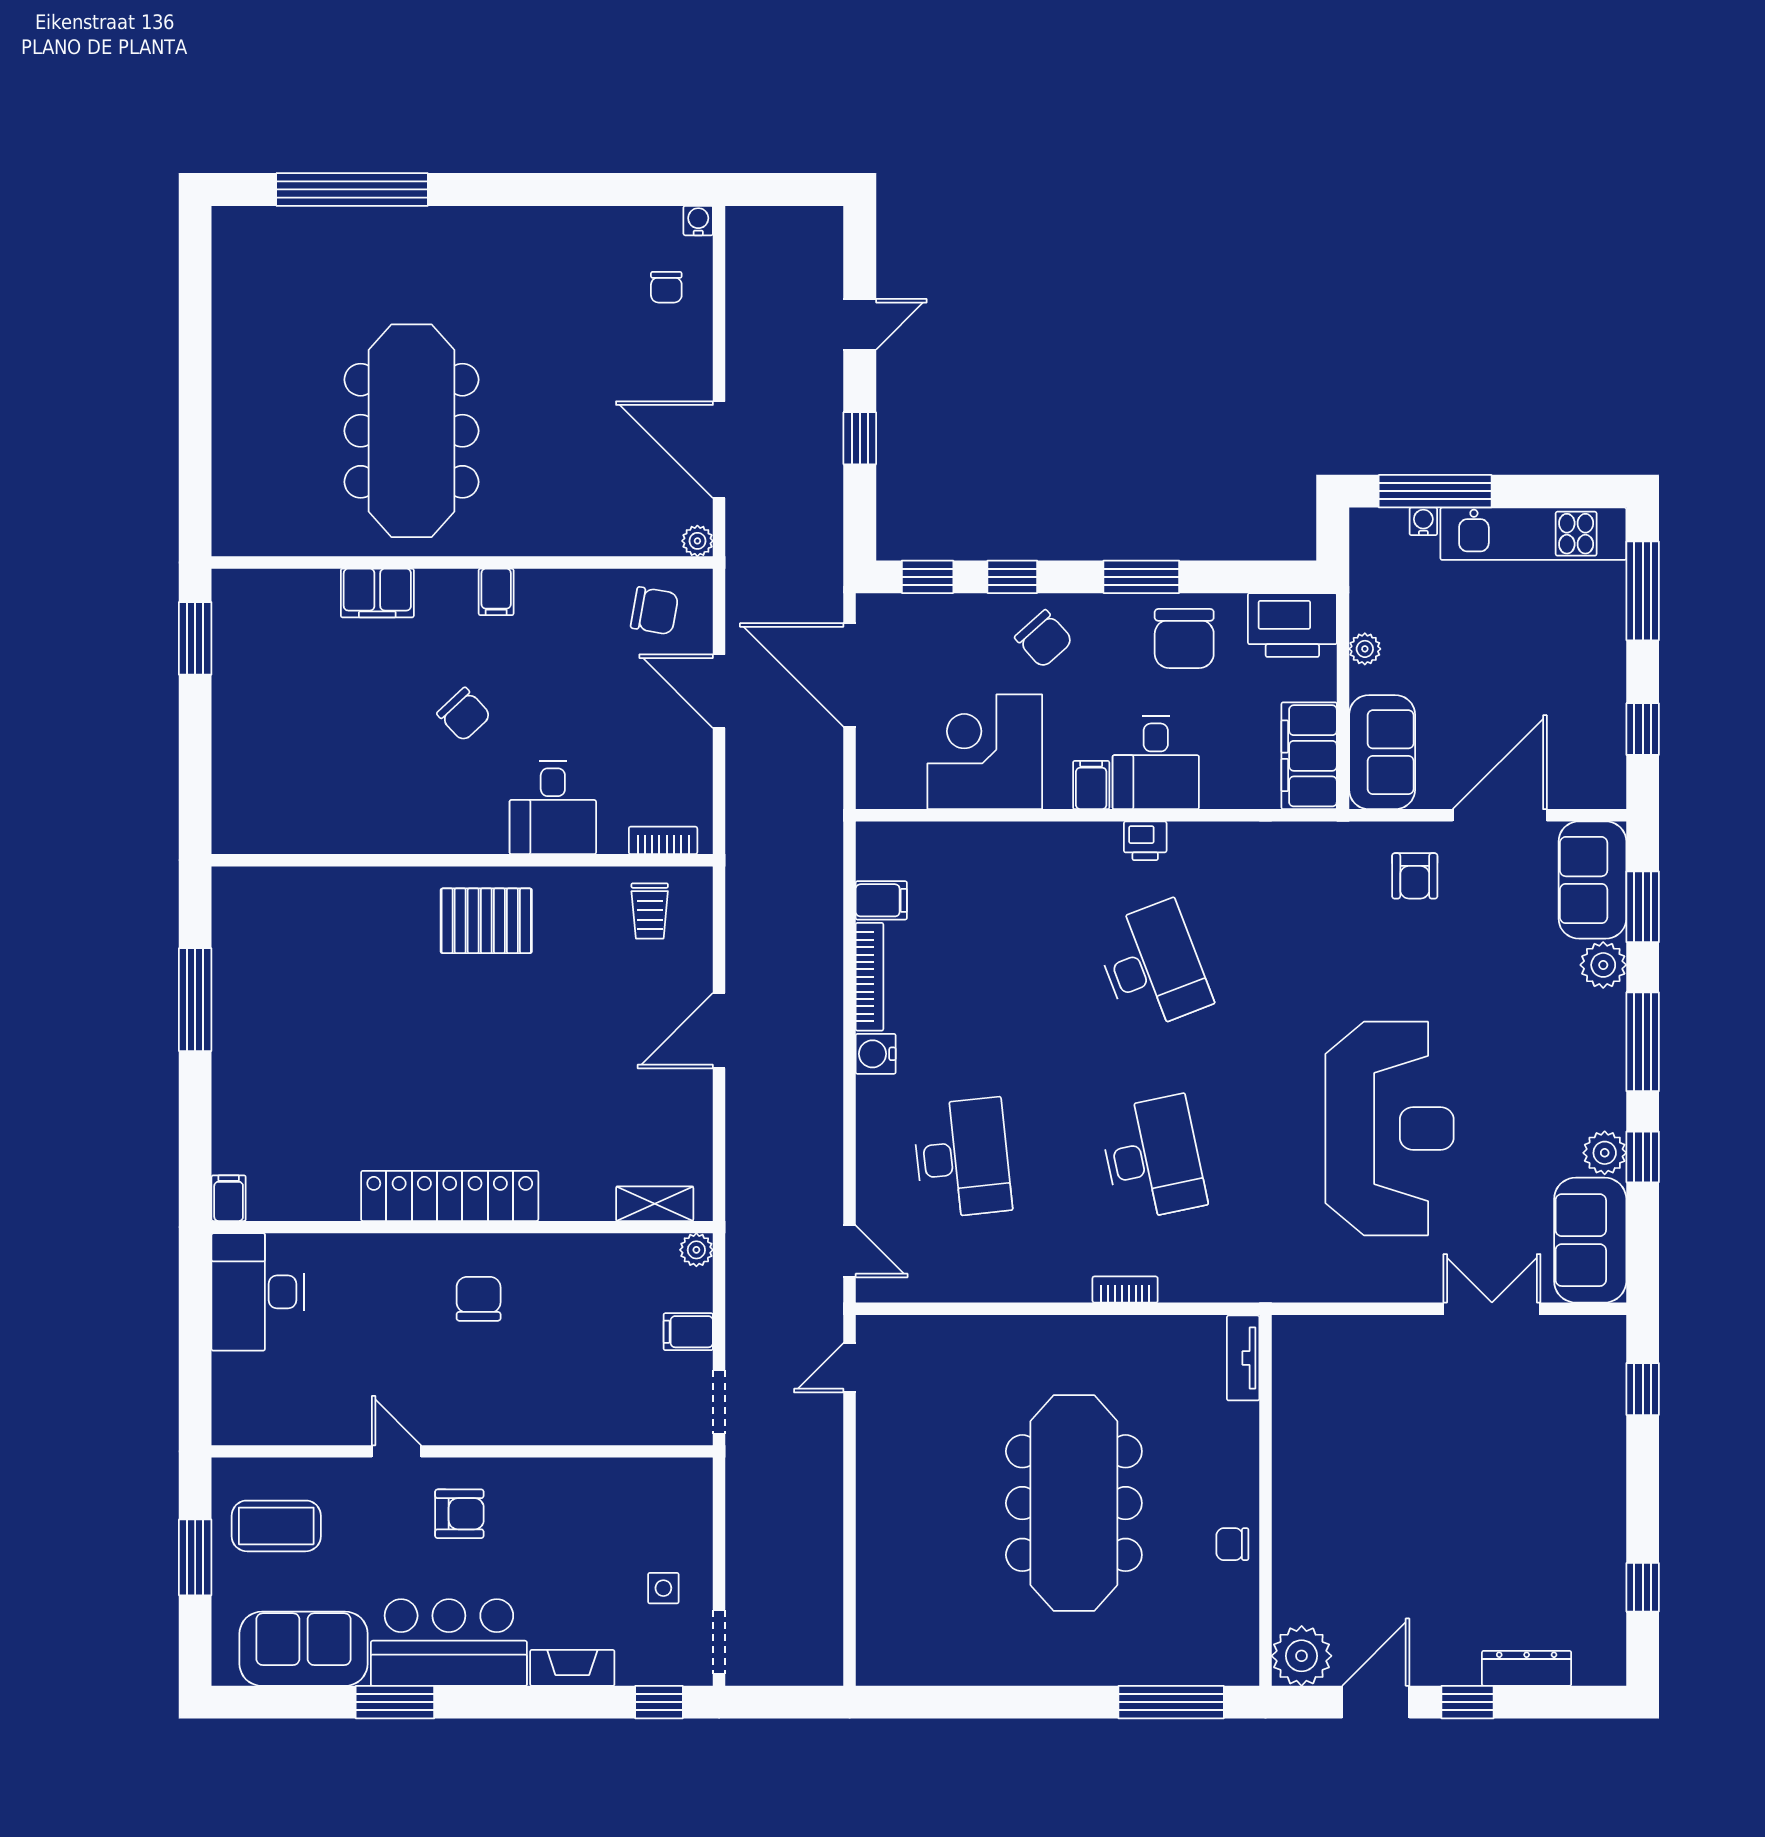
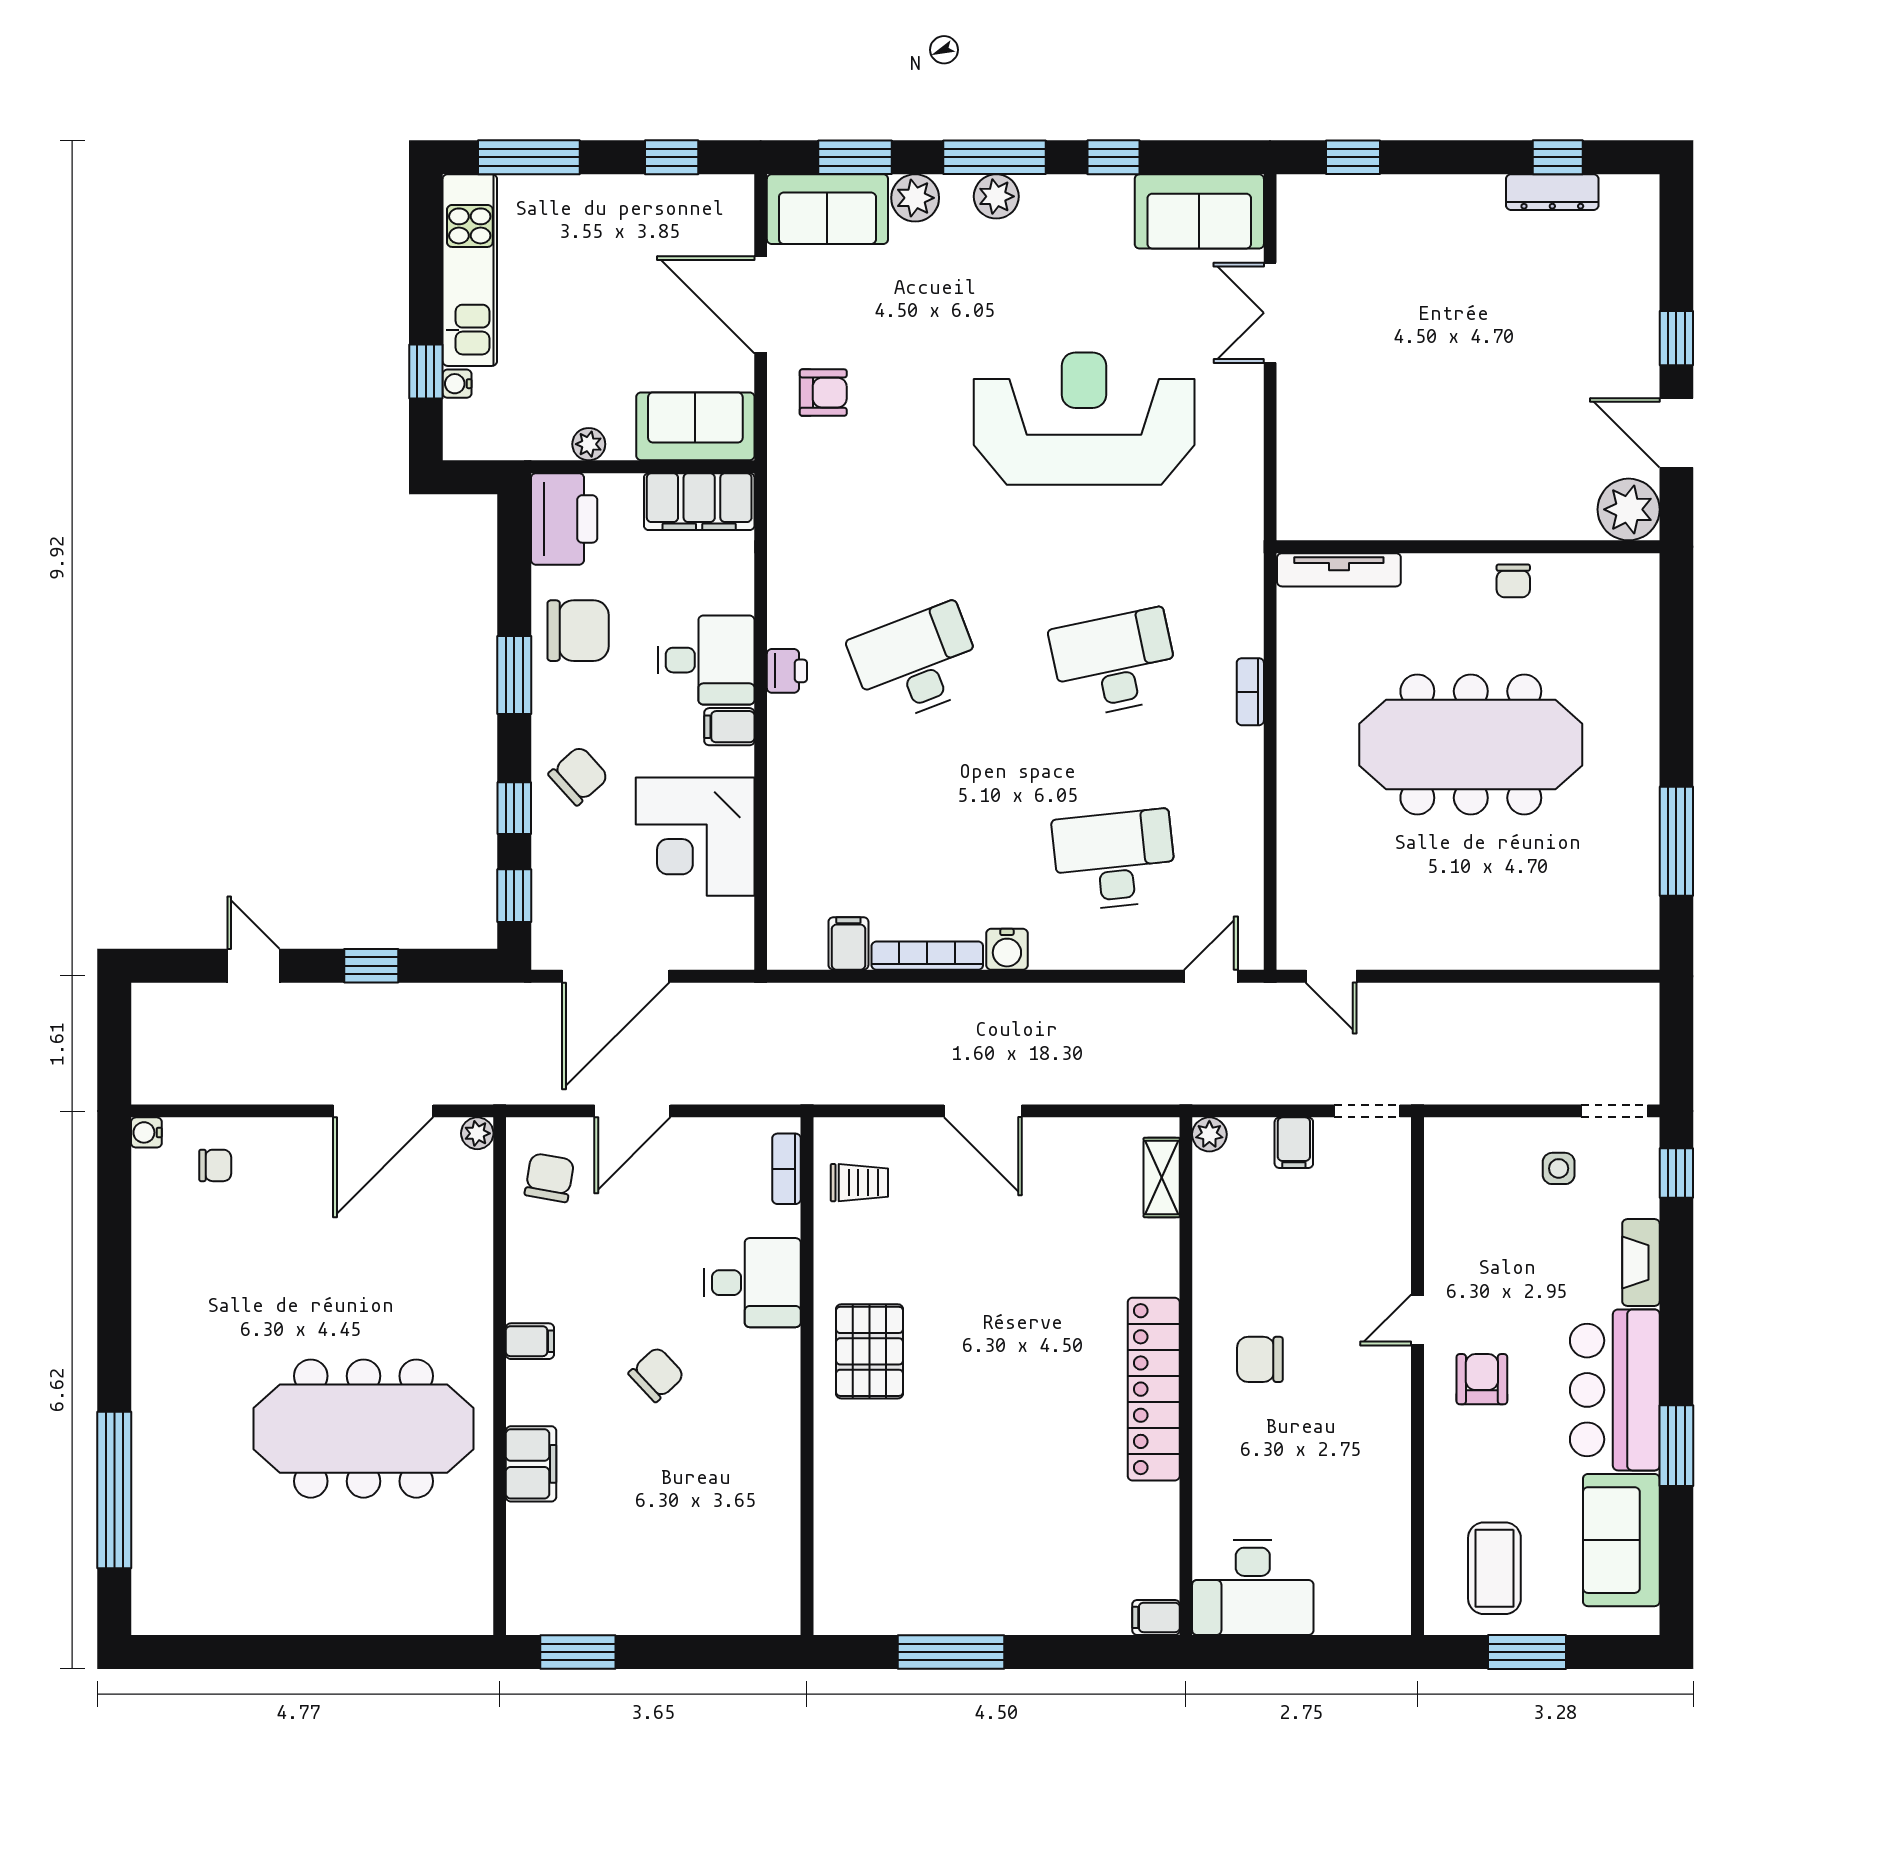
window: (1435, 491) -> (426, 372), width x0.46
plant: (1605, 1153) -> (996, 196), moved
tv unit: (1243, 1358) -> (1339, 570), width x1.41
door: (396, 1451) -> (1417, 1320), moved
dresser: (1527, 1668) -> (1552, 192), moved, turned -90
window: (1171, 1702) -> (1676, 841), moved

